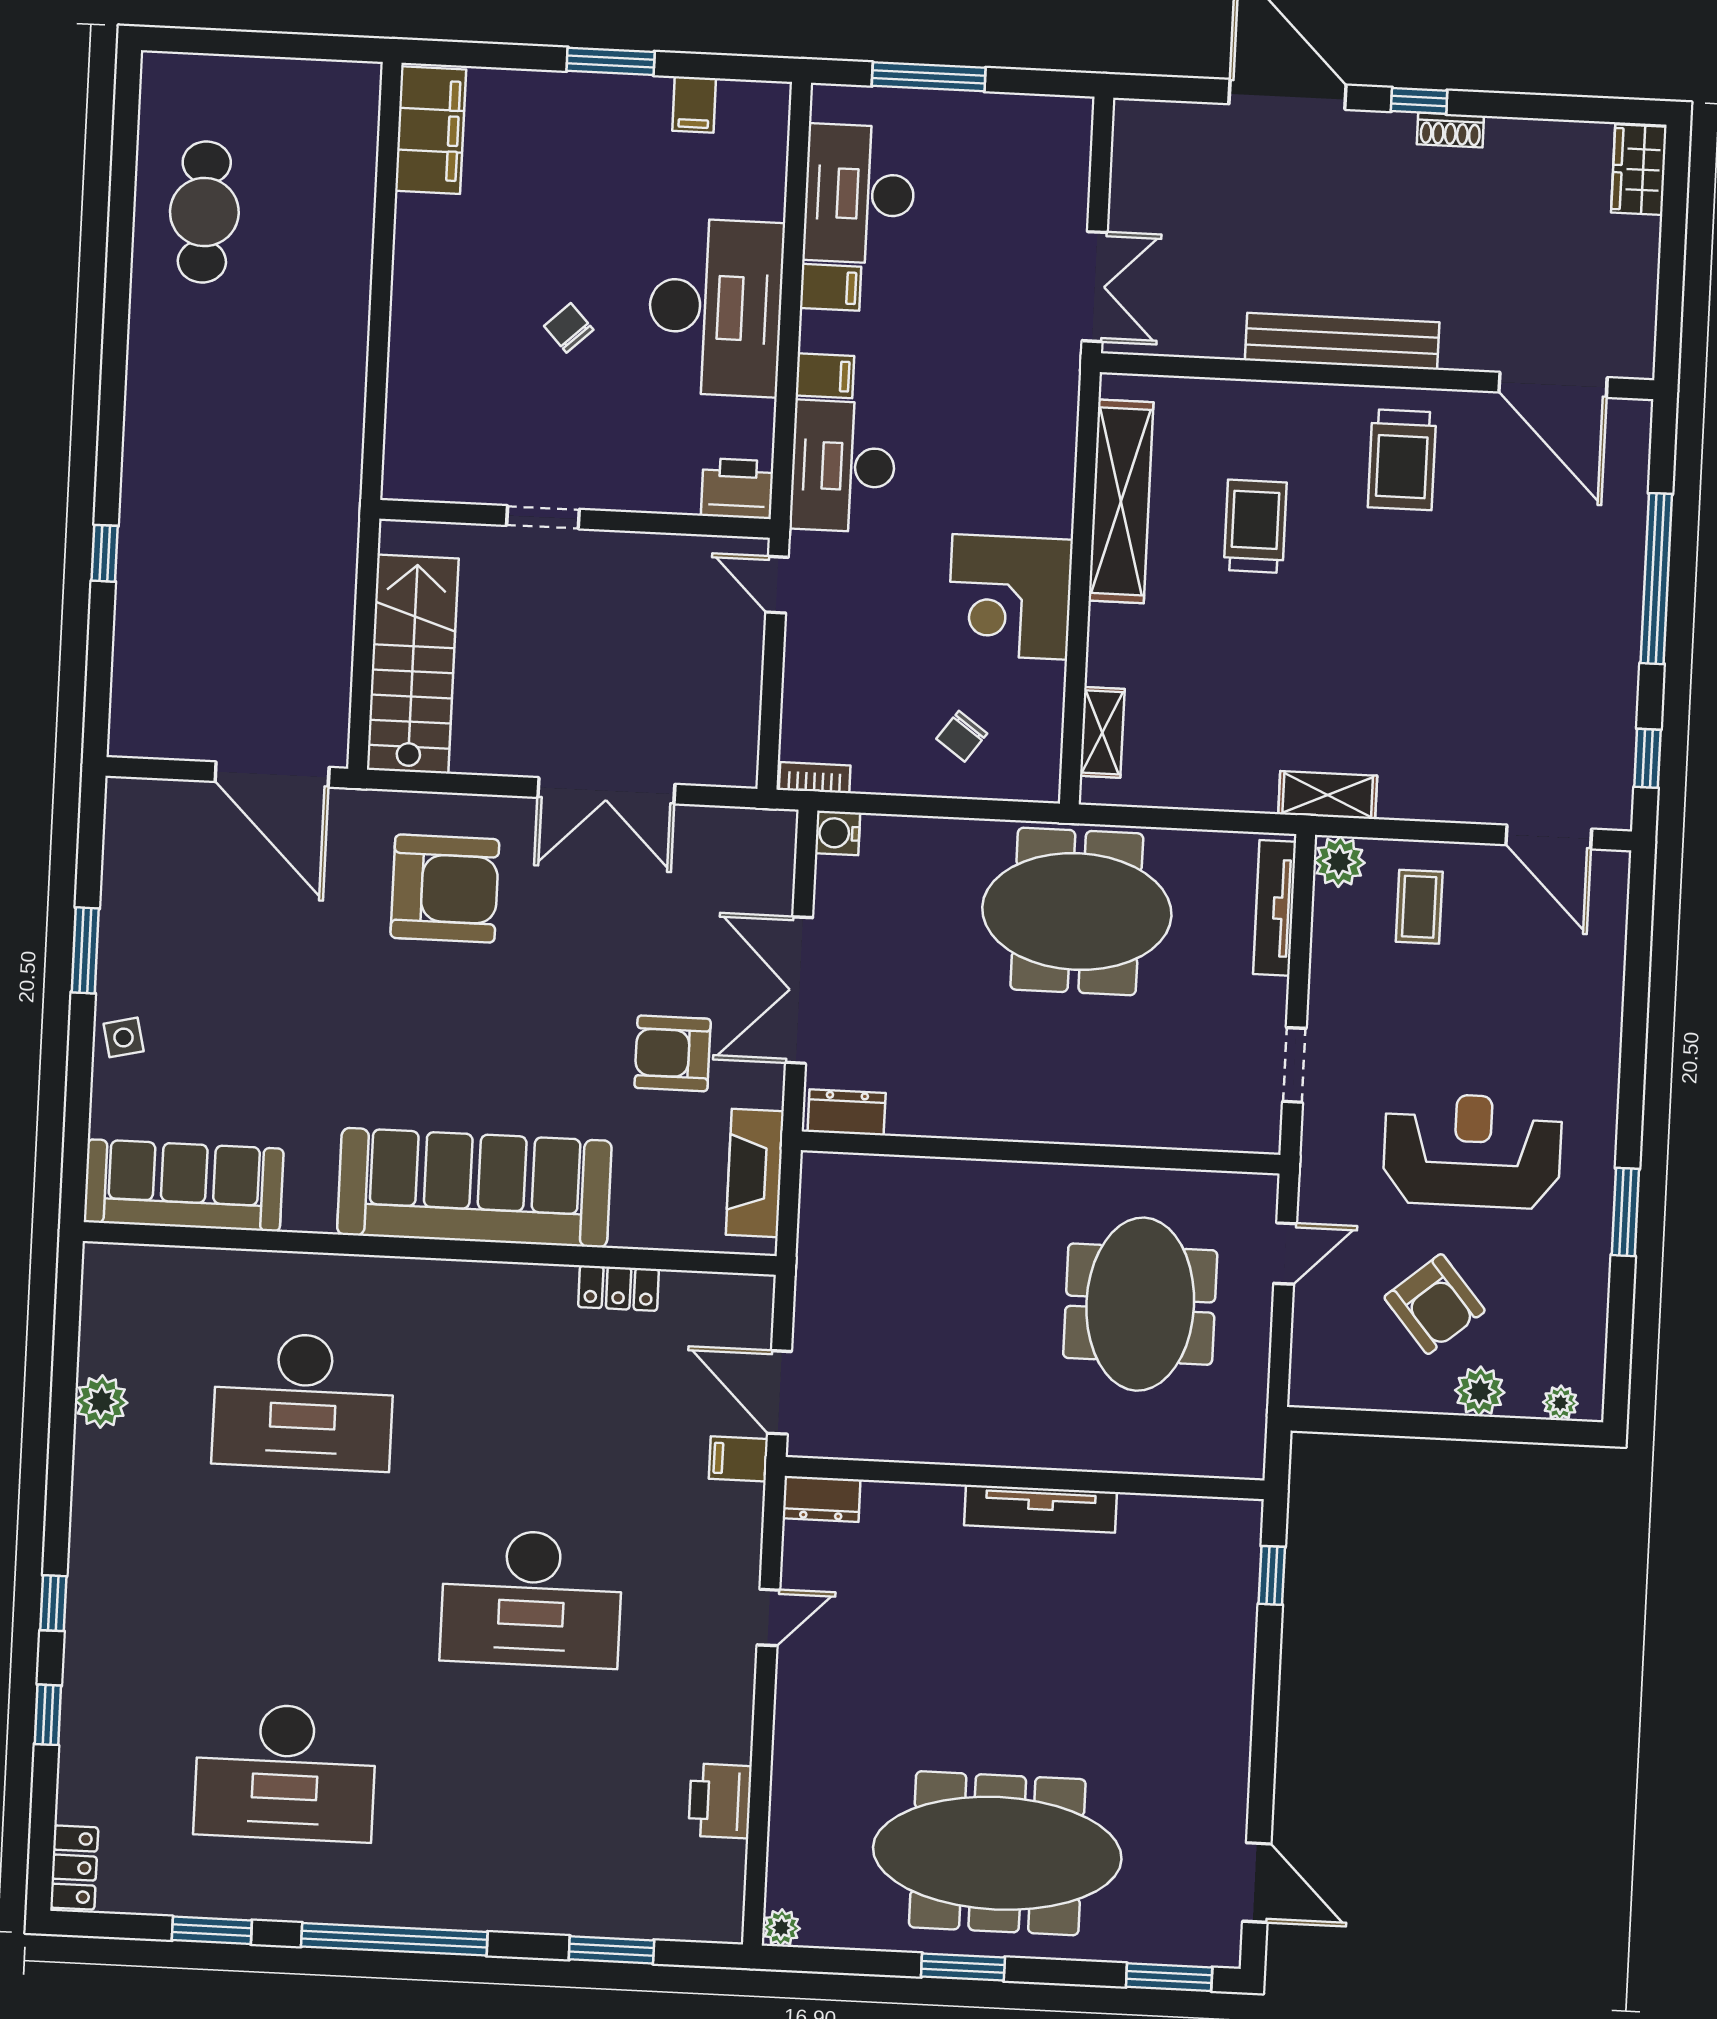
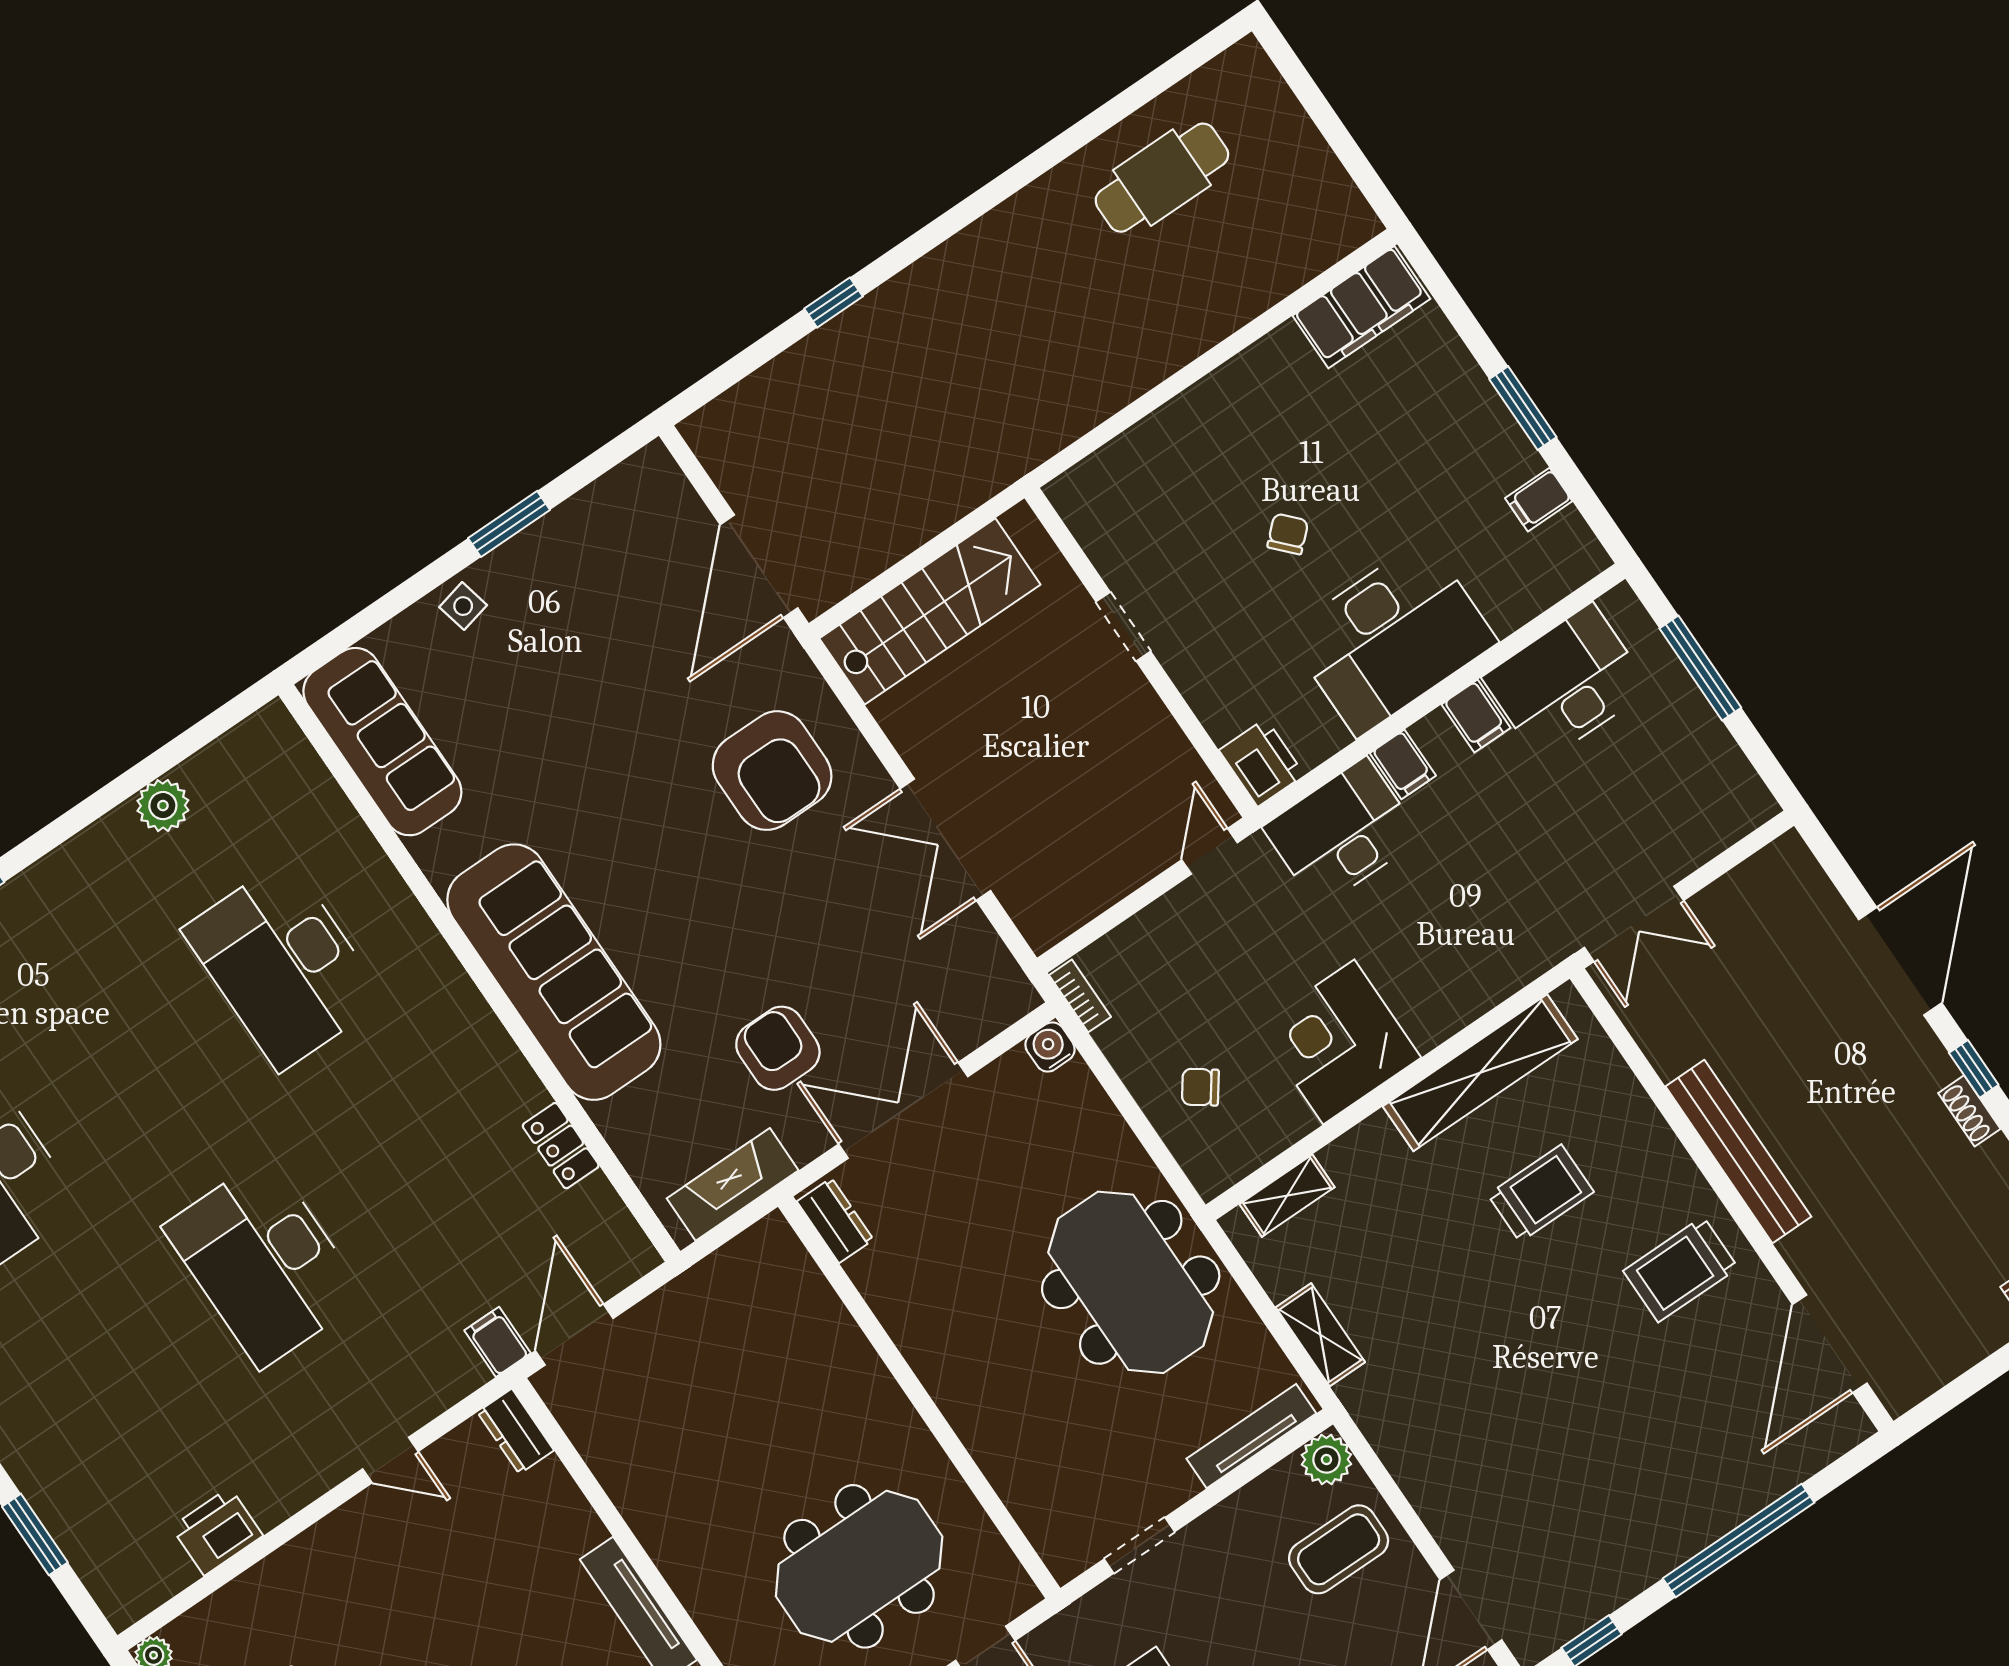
shelving: (1328, 795) -> (1320, 1335), moved
coffee table: (1419, 907) -> (1339, 1549), width x1.36, depth x1.30

